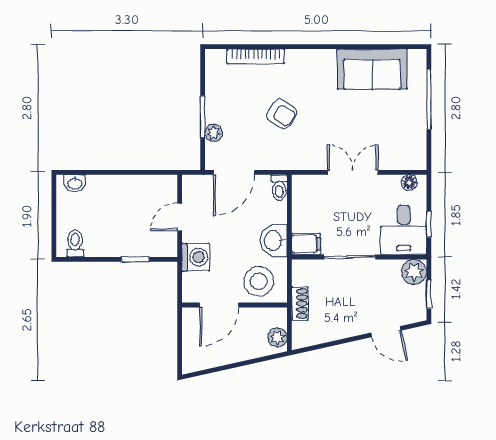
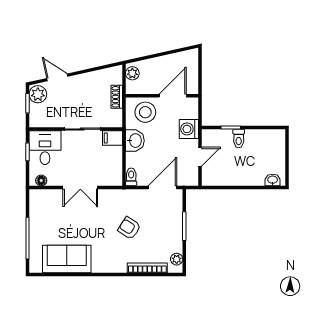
plant: (213, 133) -> (177, 259), moved
toilet: (75, 243) -> (239, 138), moved
plant: (414, 272) -> (38, 94), moved

